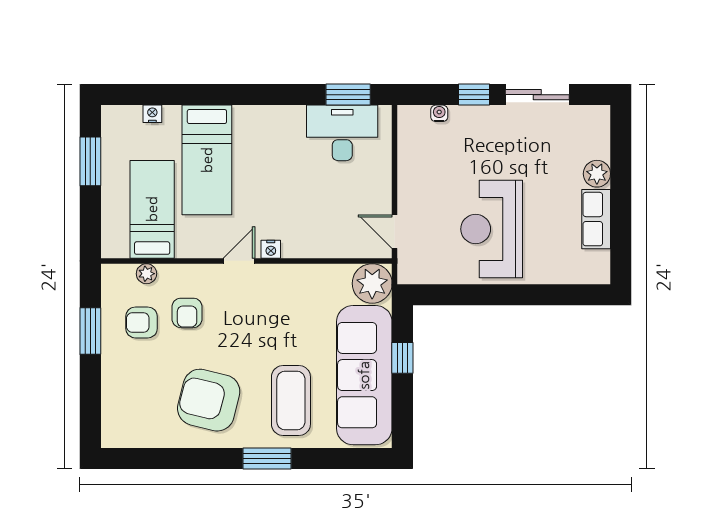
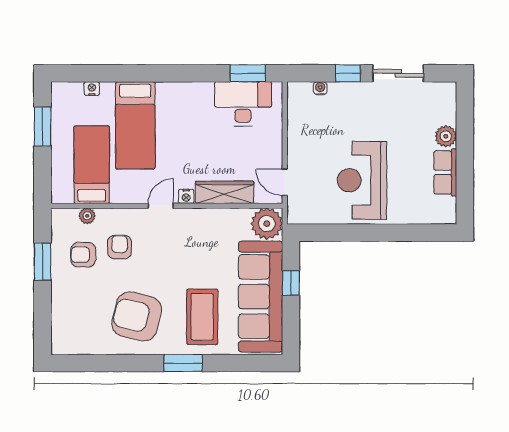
wardrobe: (319, 244) -> (225, 192), added
armchair: (187, 313) -> (119, 247), turned 180

